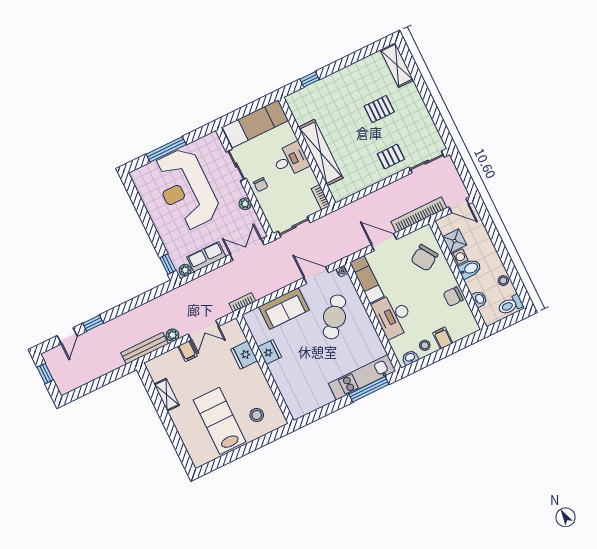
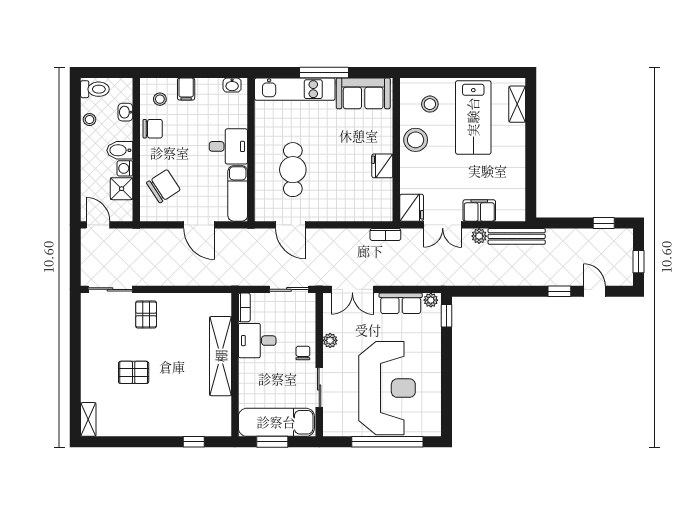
shelving: (397, 65) -> (88, 419), width x0.67, depth x0.75
window: (251, 108) -> (272, 442), added
window: (166, 149) -> (387, 442), width x1.46
pallet: (391, 157) -> (146, 314), turned 90
desk: (291, 160) -> (257, 341), moved
bookcase: (419, 215) -> (146, 236), removed
water cooler: (342, 271) -> (260, 216), removed
sofa: (284, 308) -> (363, 93), moved, turned 180
desk: (393, 316) -> (228, 146), width x0.73
cafe table: (335, 317) -> (293, 170), turned -39
double door: (203, 330) -> (443, 225), swing flipped
door: (67, 336) -> (594, 291), hinge flipped
stool: (425, 345) -> (160, 99), moved
filing cabinet: (188, 351) -> (479, 210), width x2.00
fridge: (244, 355) -> (412, 208), moved
stool: (254, 383) -> (416, 140), added
window: (369, 389) -> (324, 72), moved
window: (85, 390) -> (604, 223), added
shelving: (167, 395) -> (517, 104), moved

